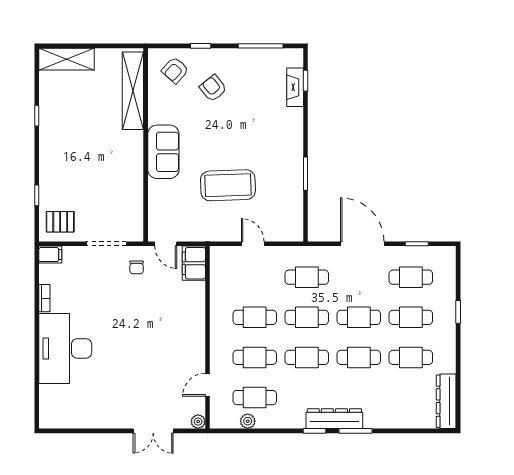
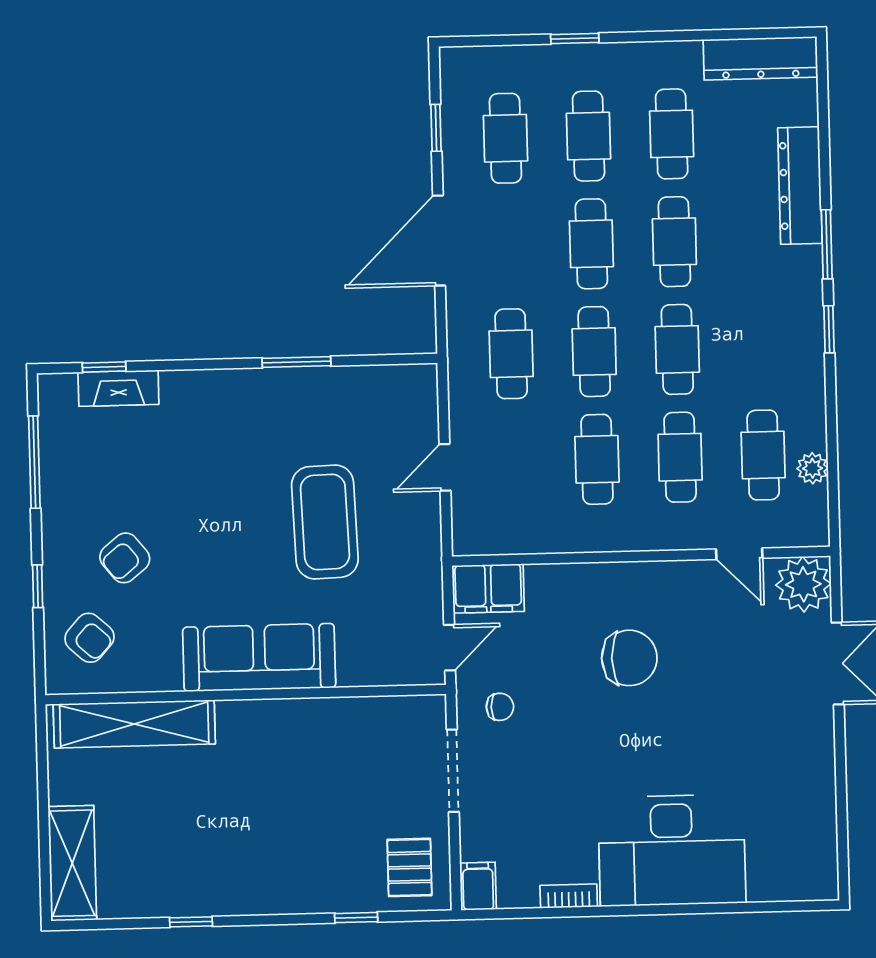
sofa: (163, 152) -> (259, 657), width x1.36
chair: (159, 330) -> (629, 658), added
dresser: (334, 419) -> (800, 186), moved
plant: (198, 422) -> (803, 584), width x1.88, depth x1.88

